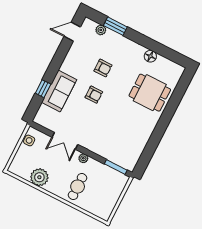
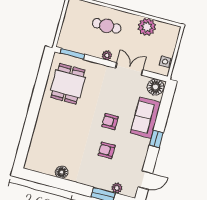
window: (43, 89) -> (156, 139), moved
dining table: (150, 93) -> (68, 84), moved, turned 90
floor lamp: (44, 118) -> (155, 87), added
cafe table: (78, 187) -> (107, 26), turned 90

